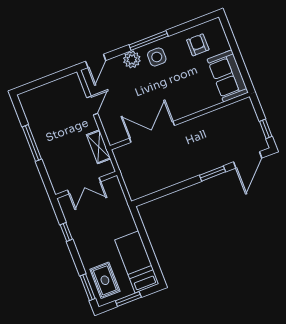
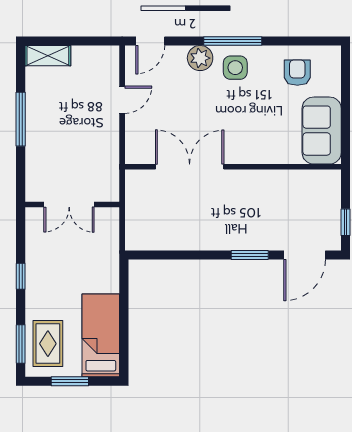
shelving: (99, 147) -> (48, 56), moved, turned 90
window: (66, 232) -> (21, 276), moved

